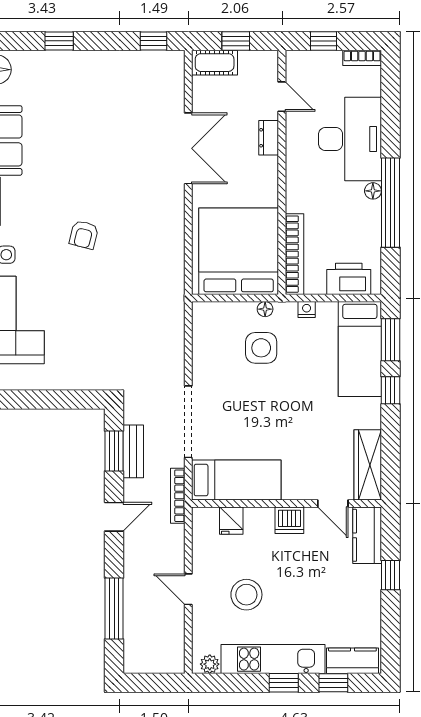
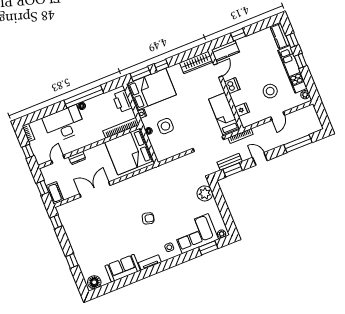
bed: (360, 349) -> (151, 89), width x1.50
plant: (88, 373) -> (205, 193), added

